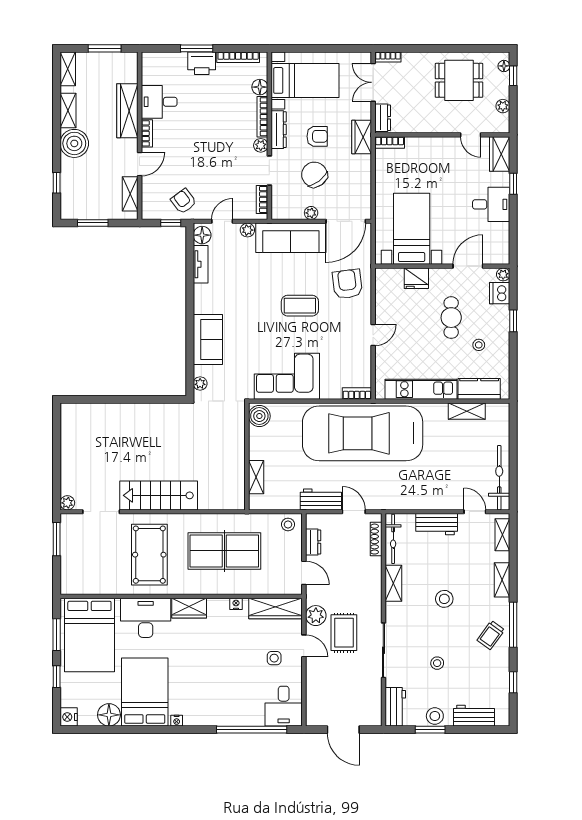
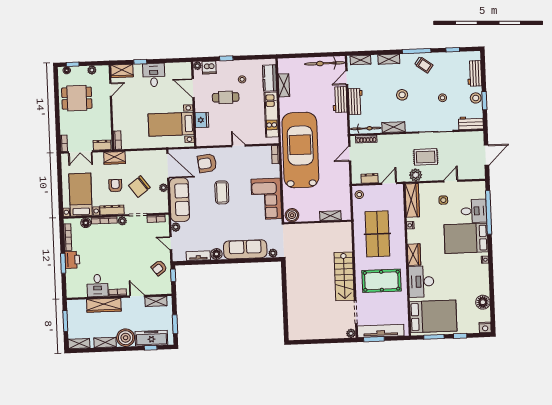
dining table: (459, 80) -> (77, 98), turned 90
freezer: (72, 185) -> (151, 338), added
floor lamp: (202, 235) -> (216, 254), moved
sofa: (208, 339) -> (245, 249), width x1.36
car: (363, 433) -> (300, 150), turned 180
workbench: (321, 499) -> (340, 100), moved
tv unit: (70, 550) -> (381, 331), added
door: (304, 646) -> (451, 181), moved
bed: (145, 692) -> (466, 238), moved
desk: (284, 706) -> (474, 211), moved

